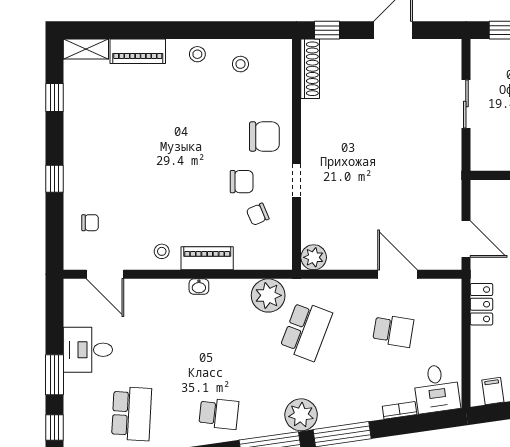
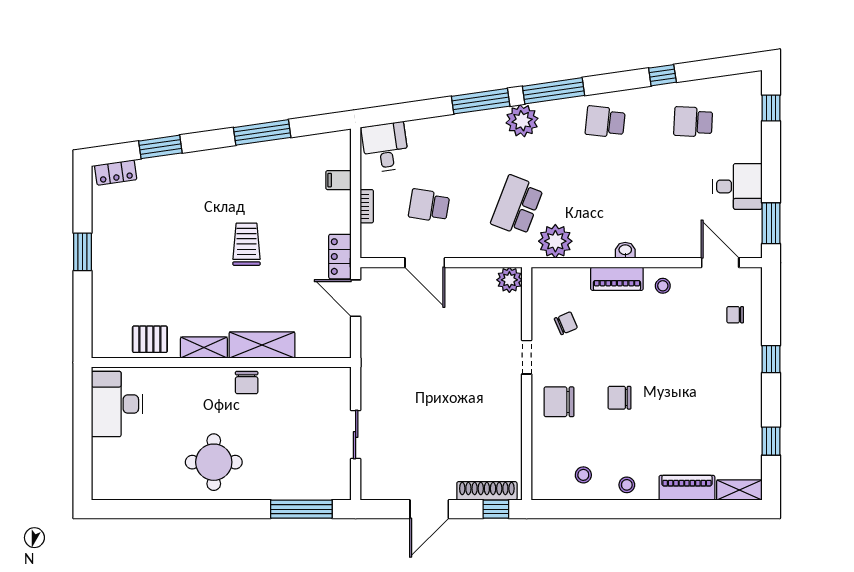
shoe rack: (310, 69) -> (487, 491), moved, turned 90
chair: (242, 182) -> (619, 398), moved
locker: (481, 304) -> (340, 257), moved
window: (55, 375) -> (771, 223), moved
filing cabinet: (493, 391) -> (338, 180), moved, turned 98
bookcase: (400, 410) -> (367, 206), moved, turned -82
school desk: (132, 414) -> (693, 122), width x0.54

